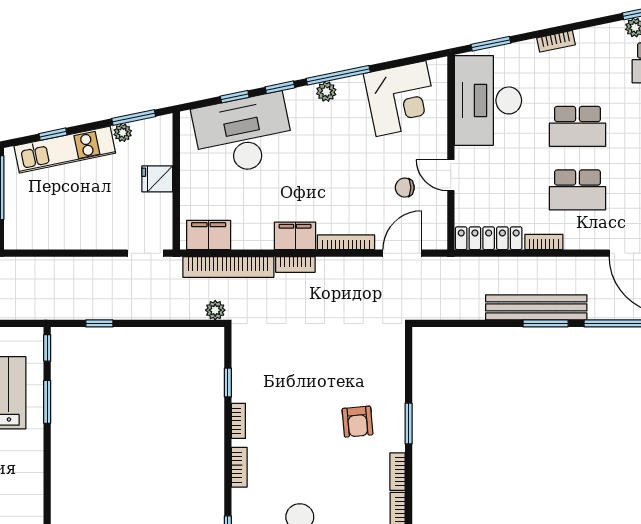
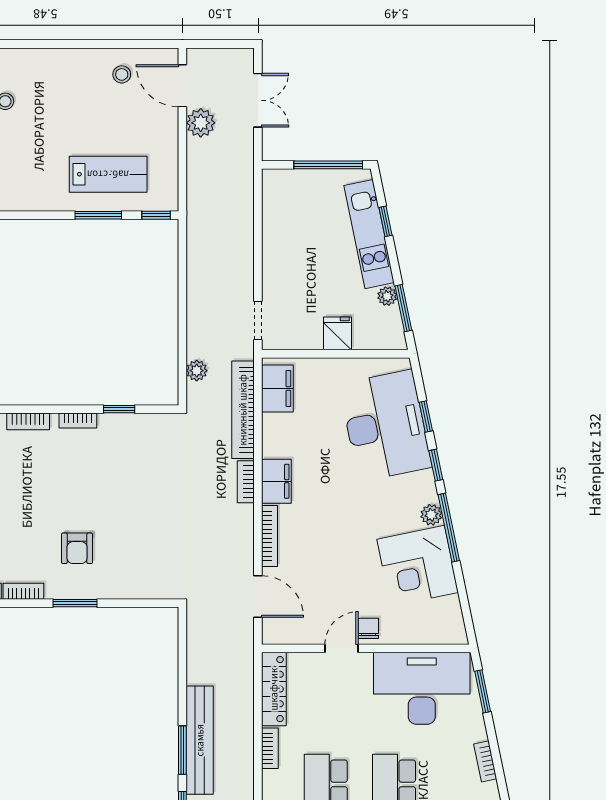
corner desk: (401, 99) -> (418, 566), moved
chair: (405, 188) -> (368, 628), moved
plant: (215, 310) -> (197, 371), moved
window: (99, 323) -> (182, 271), removed
armchair: (357, 422) -> (77, 548), turned -85

